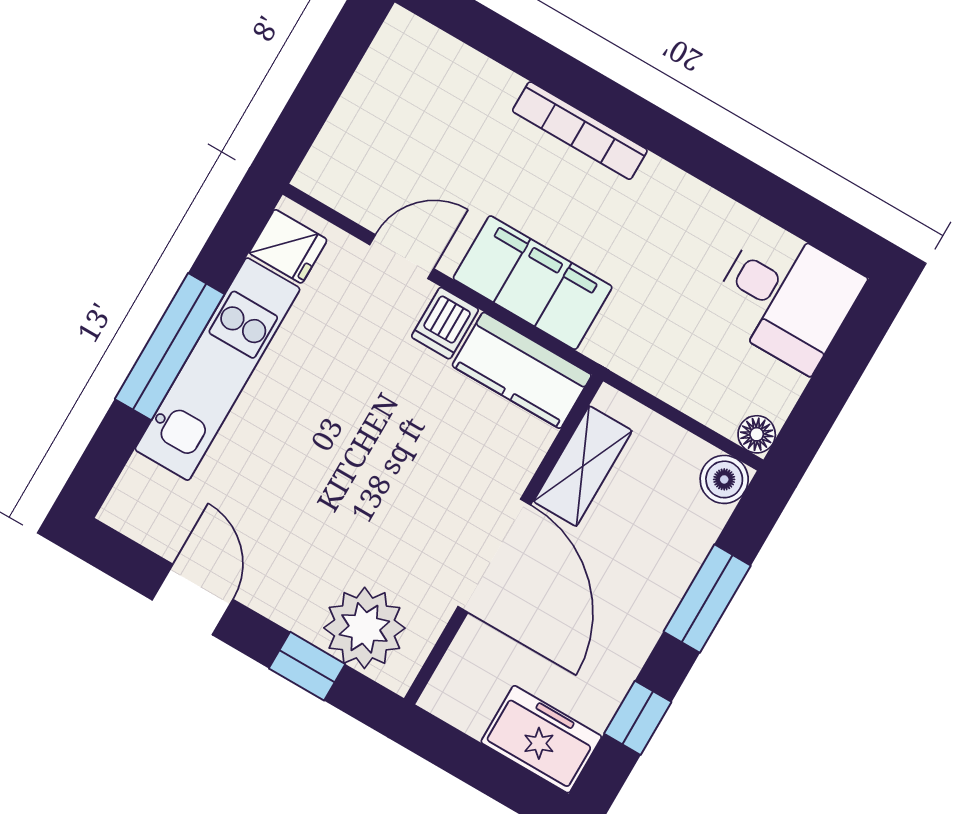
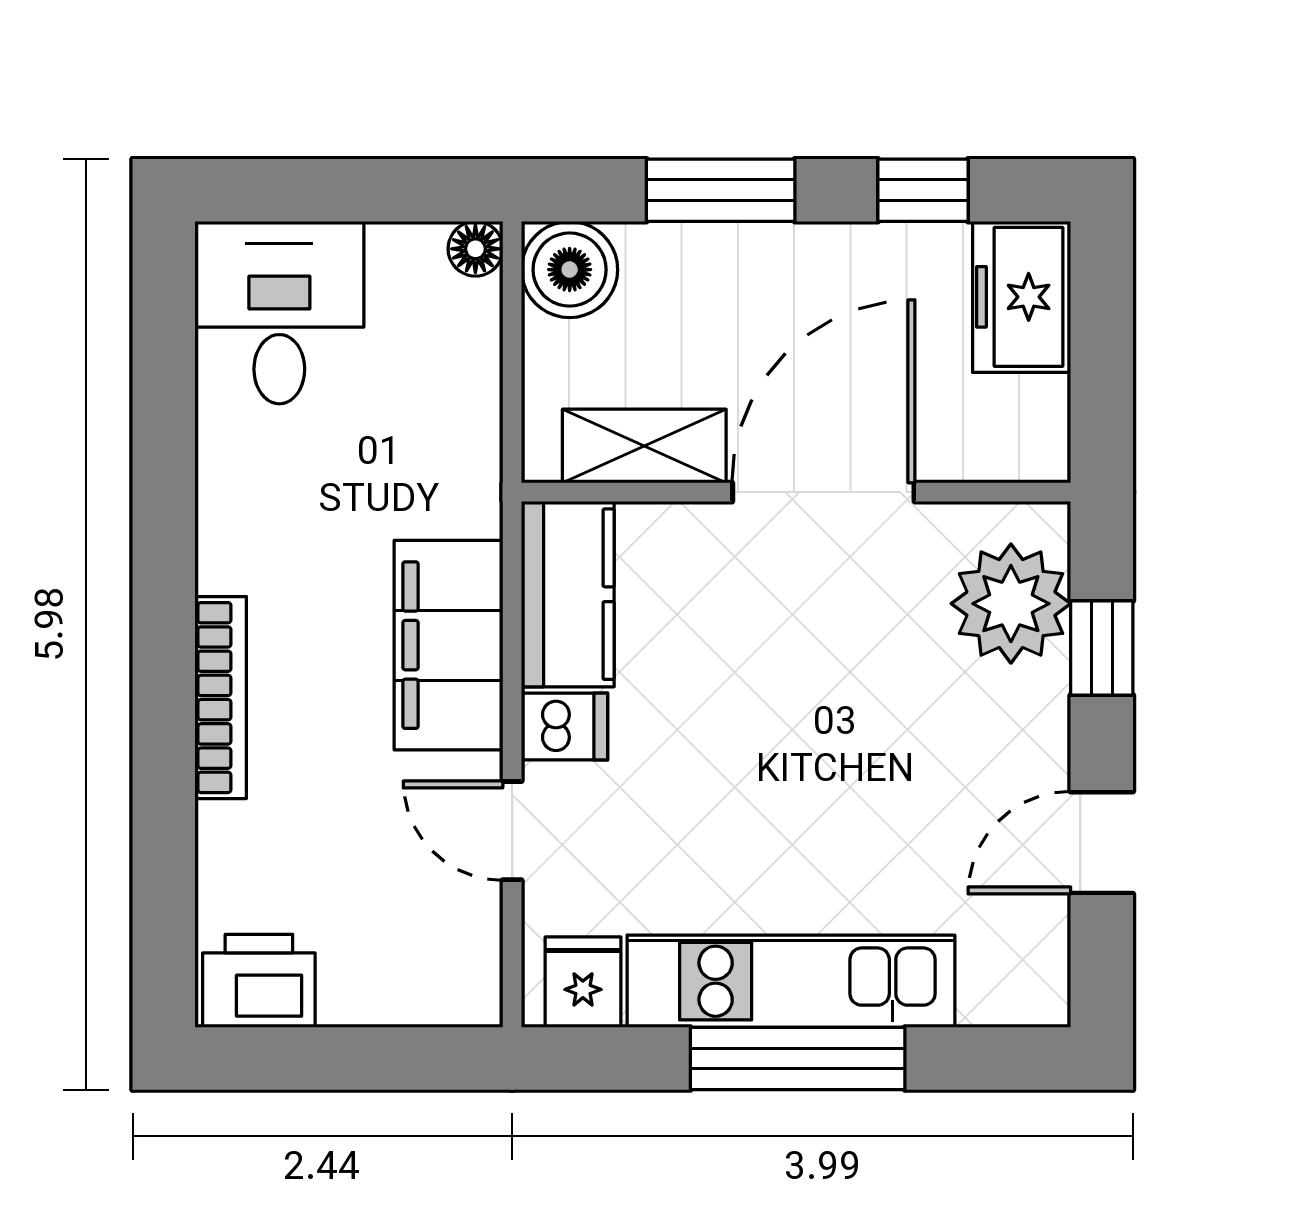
printer: (400, 56) -> (259, 981), added
boiler: (724, 479) -> (570, 270), width x1.36, depth x1.36

